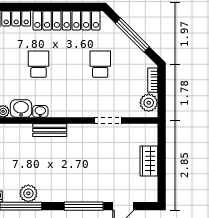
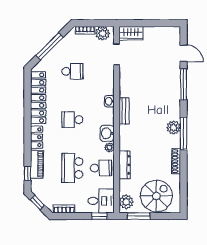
school desk: (100, 64) -> (72, 71), turned 180
washbasin: (40, 111) -> (109, 101), moved
doorway: (108, 121) -> (117, 54), moved
wardrobe: (149, 161) -> (131, 33), moved

